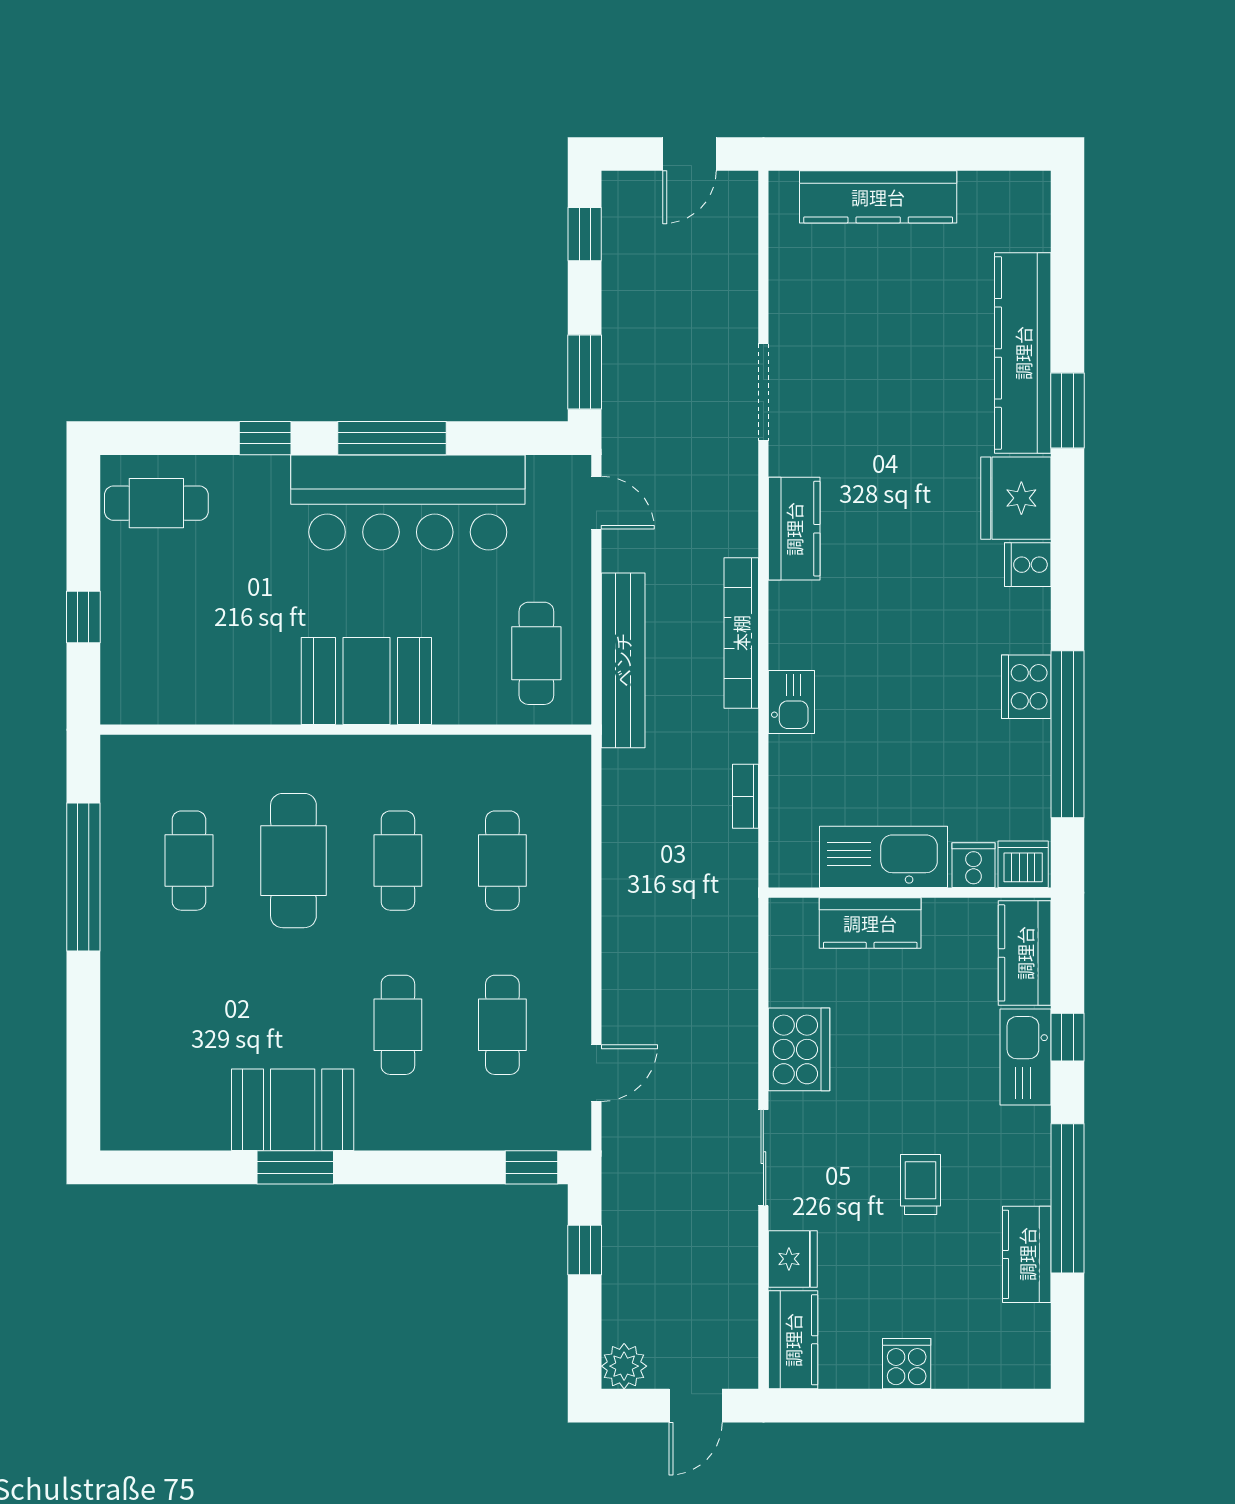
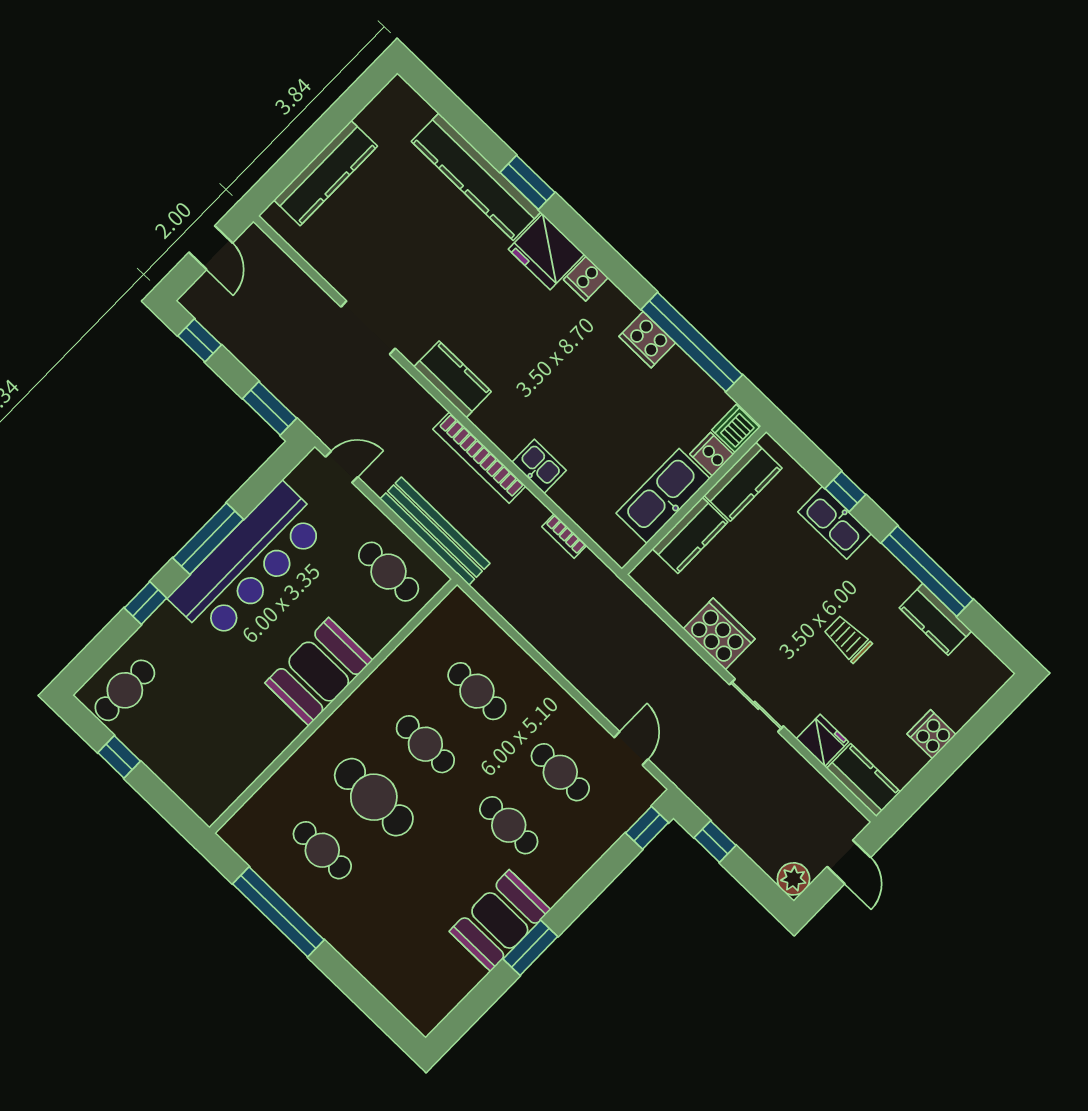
window: (83, 617) -> (119, 757), moved
kitchen counter: (1025, 953) -> (743, 482), moved, turned -90

